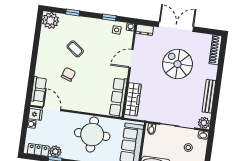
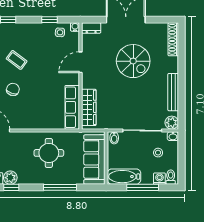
spiral stairs: (177, 64) -> (133, 61), turned 180
round table: (92, 135) -> (49, 153), width x0.73, depth x0.73

